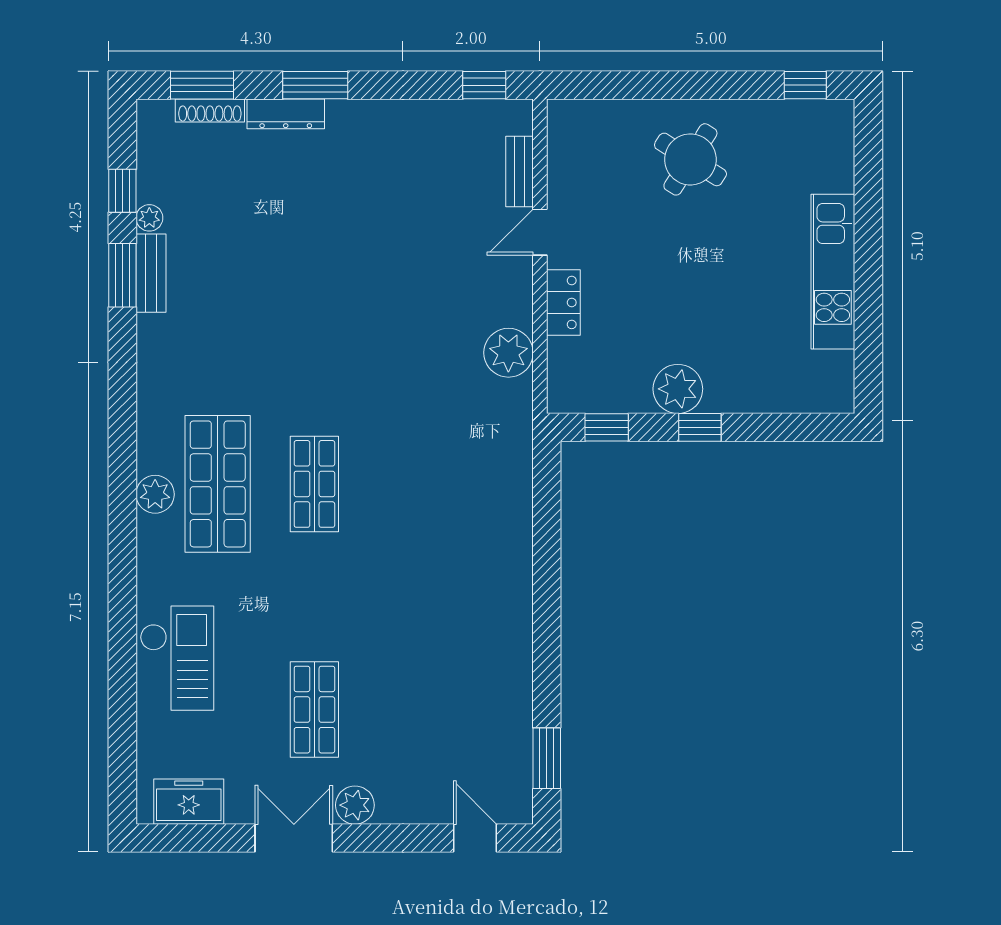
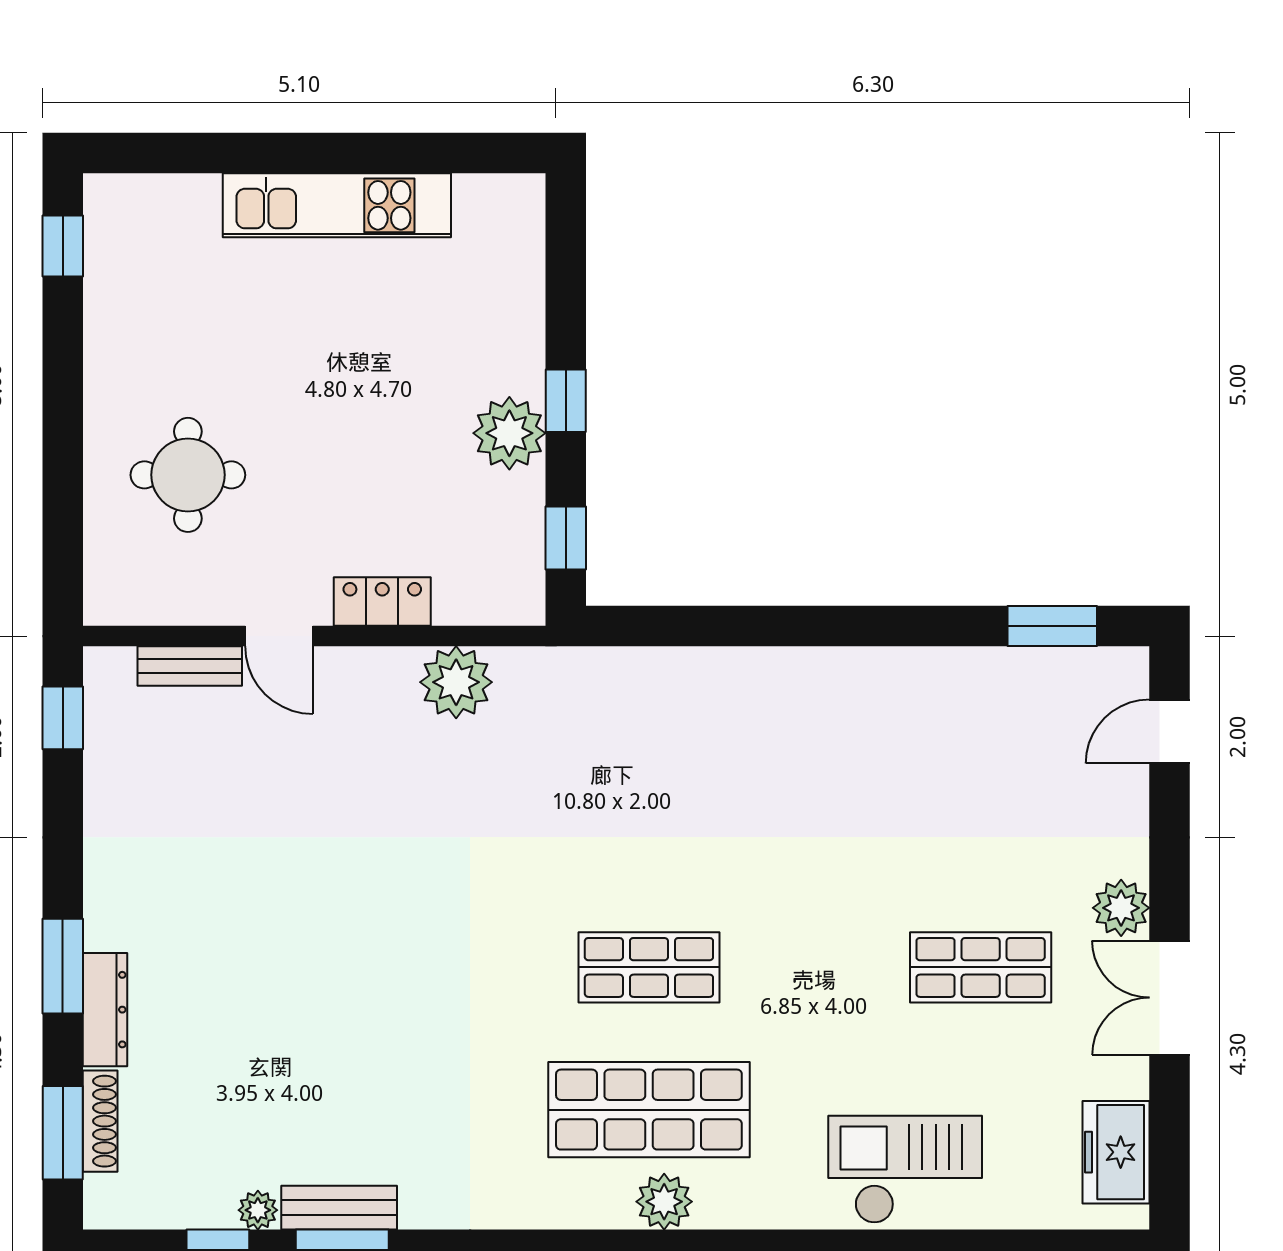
round table: (690, 159) -> (188, 475), moved, turned -32

